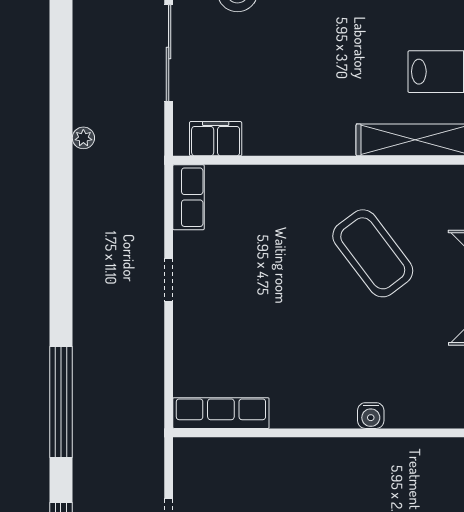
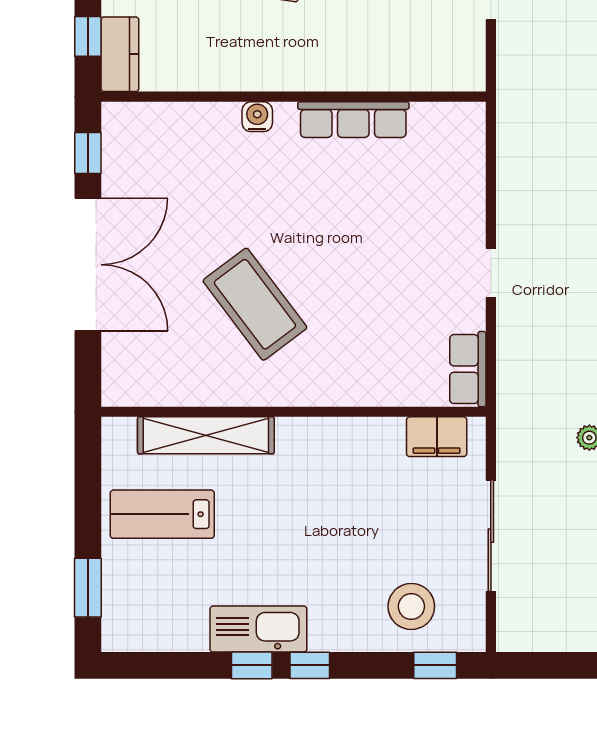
row of seats: (221, 413) -> (353, 120), moved

